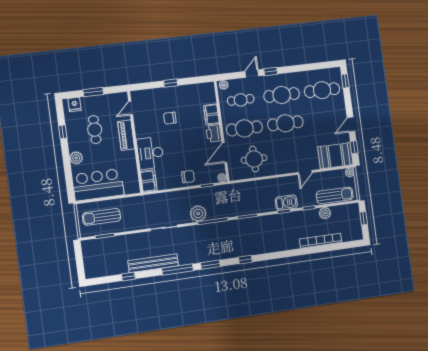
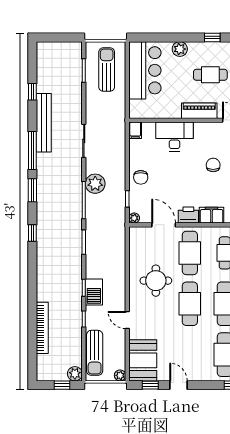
round table: (254, 159) -> (156, 281), moved
filing cabinet: (149, 181) -> (135, 130), width x0.50
plant: (325, 213) -> (75, 374), moved

